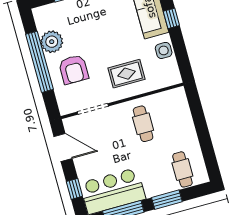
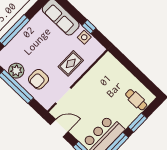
window: (171, 18) -> (89, 27), moved
armchair: (74, 69) -> (39, 79), turned 90
cafe table: (143, 124) -> (98, 87), removed

